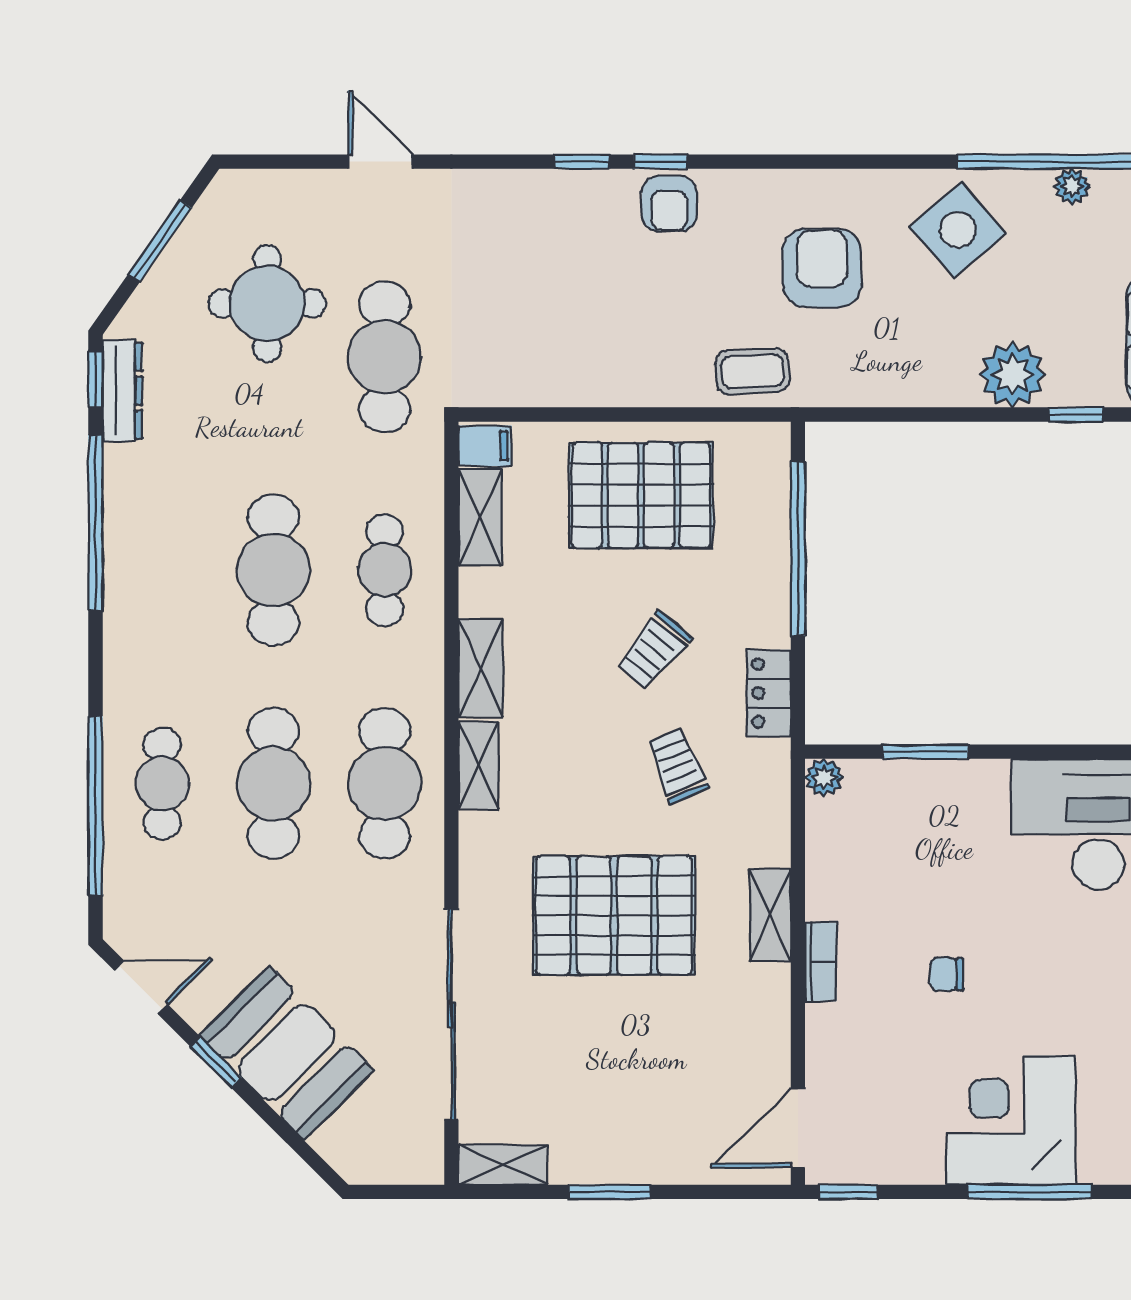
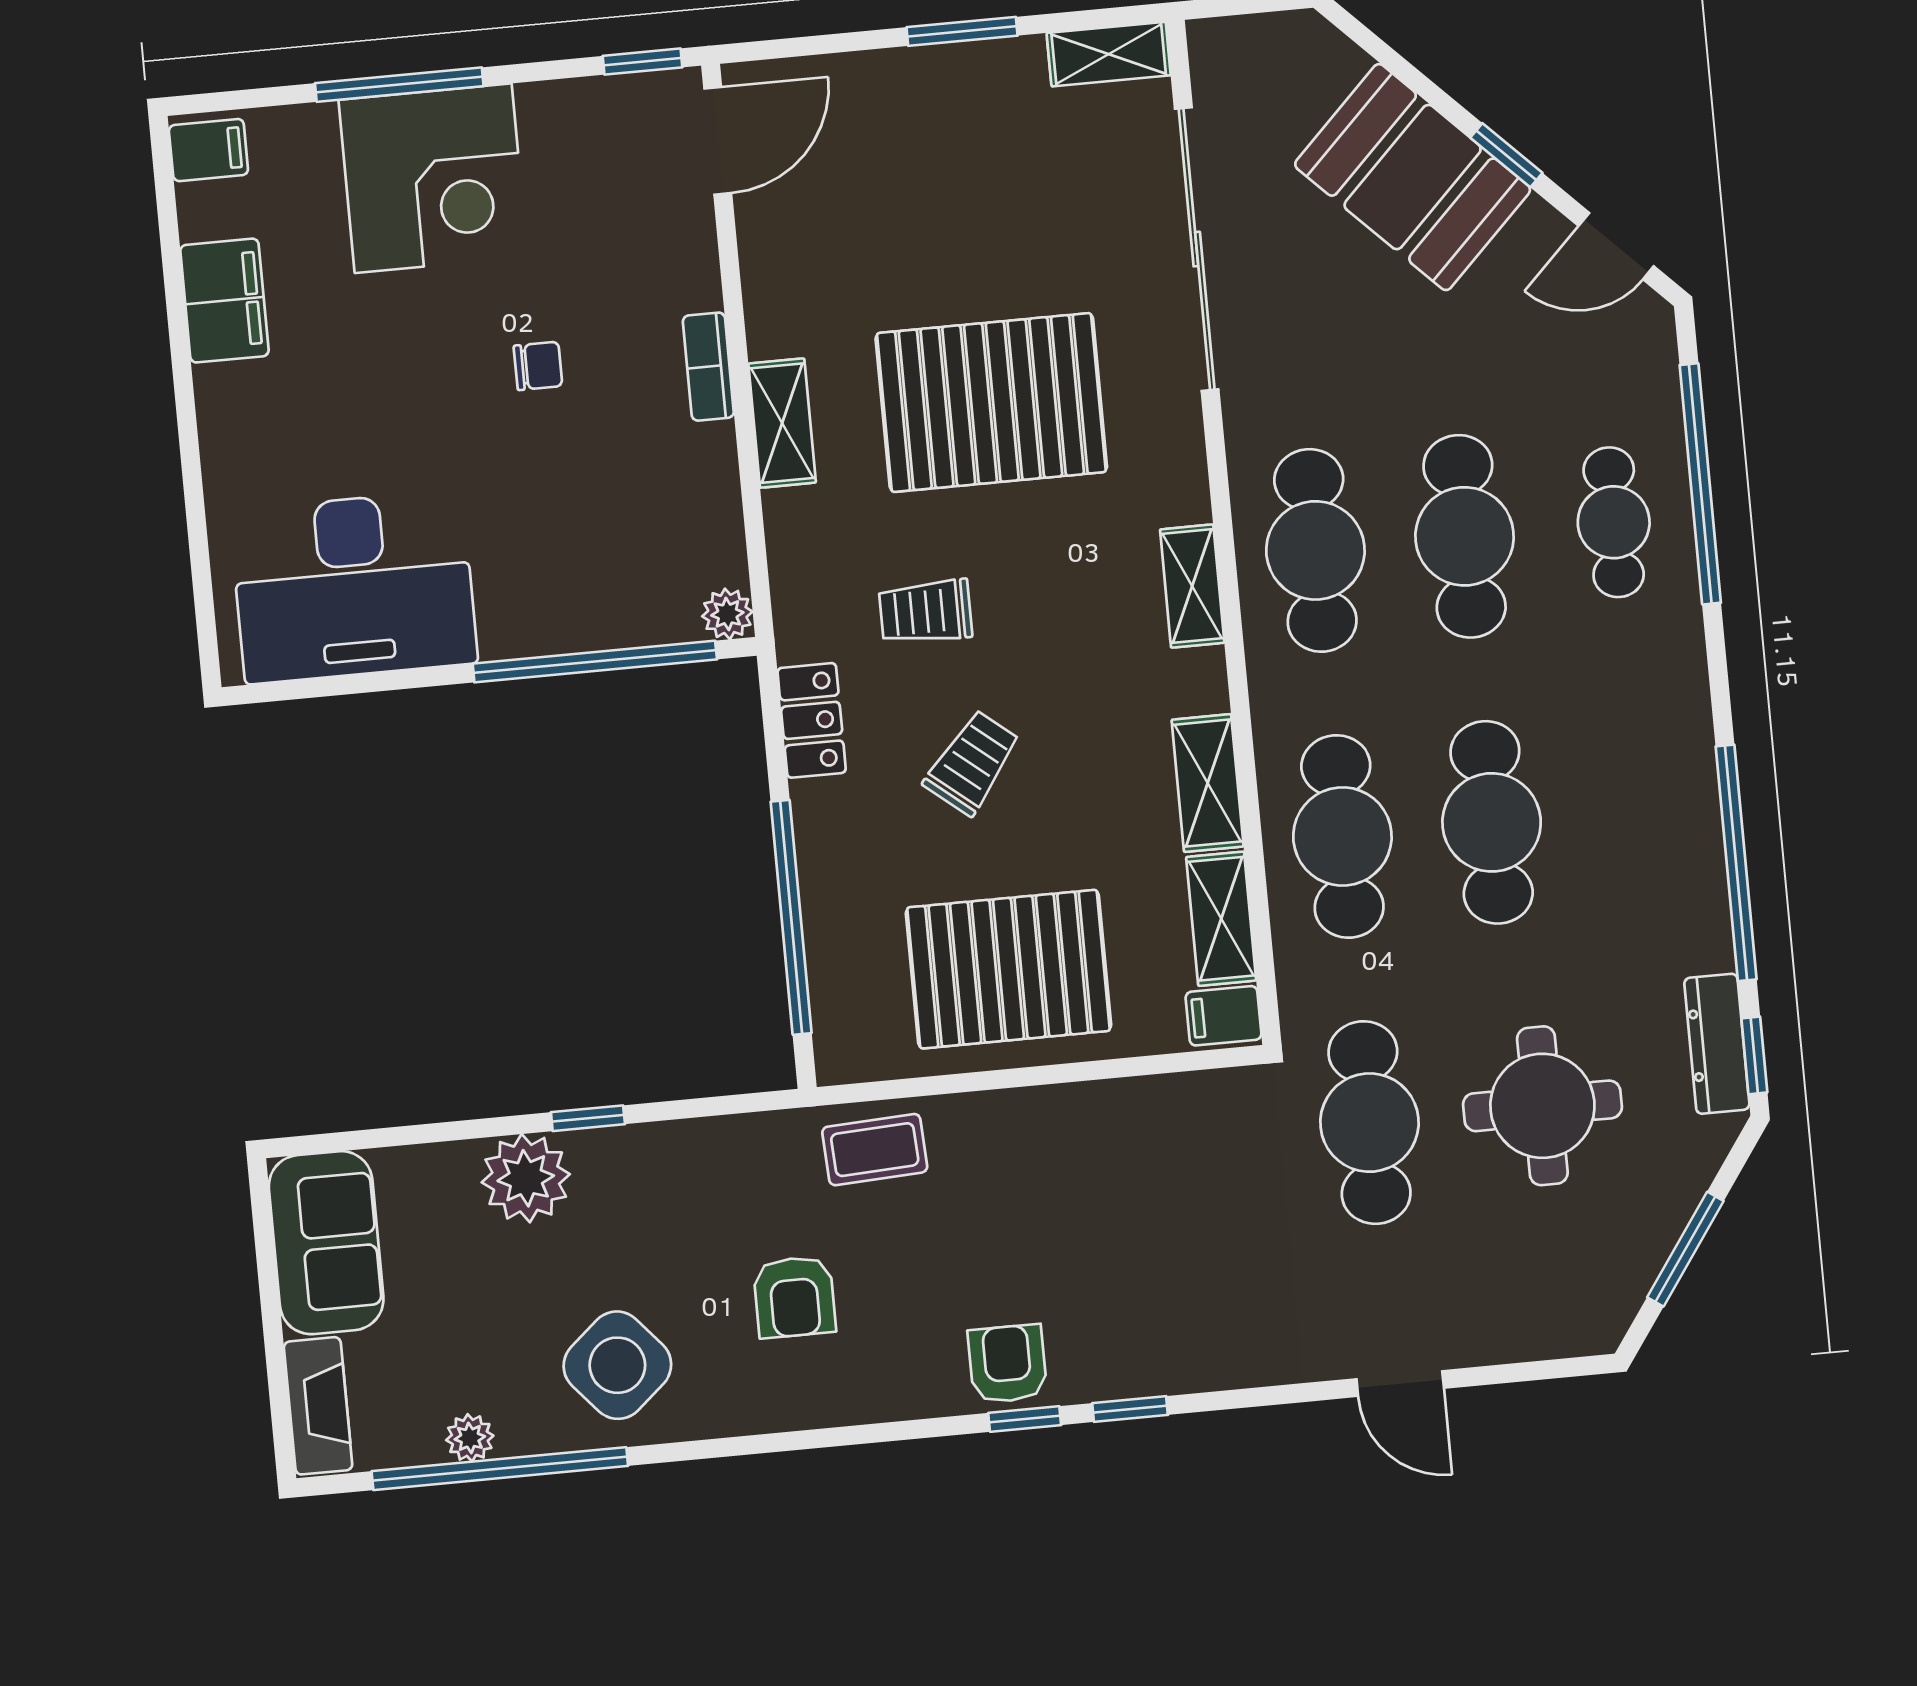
armchair: (822, 268) -> (794, 1297), width x0.72, depth x0.72
round table: (267, 303) -> (1542, 1106), moved
window: (1076, 414) -> (588, 1118), moved
cafe table: (385, 570) -> (1342, 836), width x1.37, depth x1.35
shelving: (481, 668) -> (1208, 783), moved
window: (925, 752) -> (595, 662), width x2.11
trolley: (677, 765) -> (925, 612), turned 112

